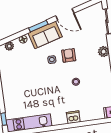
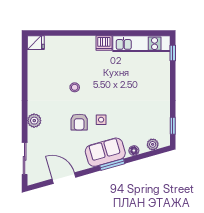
door: (65, 14) -> (64, 178), moved
dishwasher: (73, 117) -> (104, 43), moved

